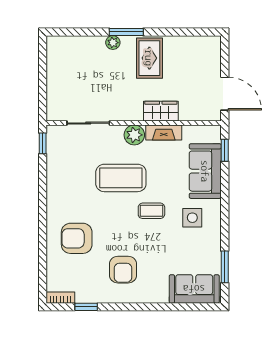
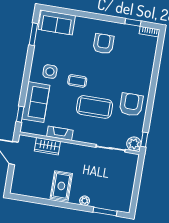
window: (126, 32) -> (105, 212), moved
wardrobe: (161, 111) -> (47, 146), moved
plant: (134, 135) -> (134, 144), moved
armchair: (77, 238) -> (131, 105), moved, turned -90

